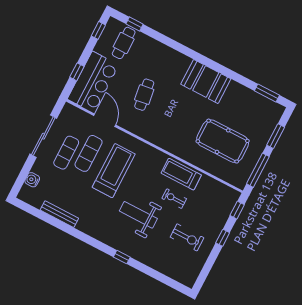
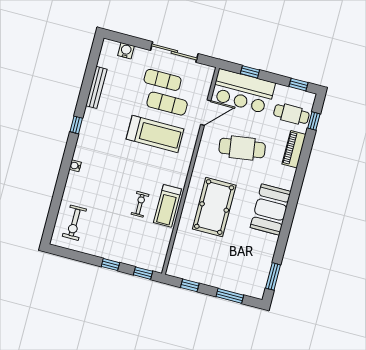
piano: (156, 48) -> (294, 149), added
cafe table: (144, 95) -> (242, 148), width x1.37, depth x1.35
pool table: (223, 141) -> (214, 207), moved
window: (258, 170) -> (190, 285), width x0.46
treadmill: (181, 174) -> (167, 206), turned 180
weight bench: (138, 215) -> (114, 171), removed
exercise bike: (187, 237) -> (74, 223), moved
water cooler: (126, 249) -> (75, 166), added
window: (122, 257) -> (76, 125), moved

